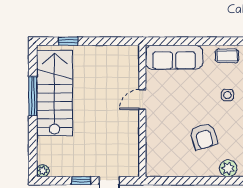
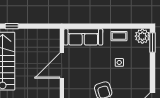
door: (142, 100) -> (62, 66), width x1.88

